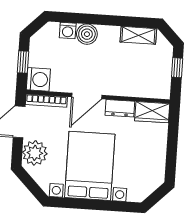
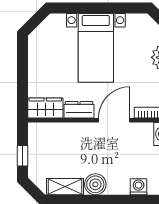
boiler: (87, 34) -> (95, 184), moved
bed with nightstands: (90, 166) -> (96, 48), width x0.73

